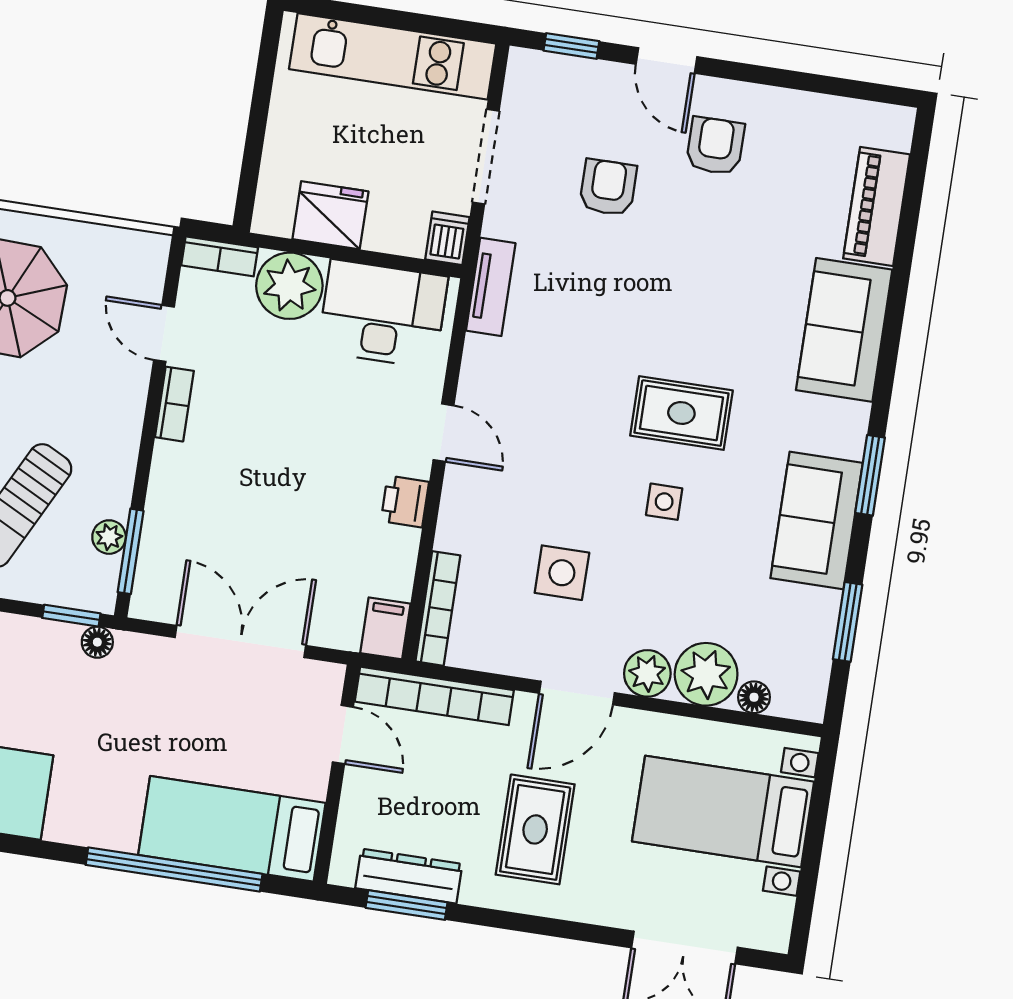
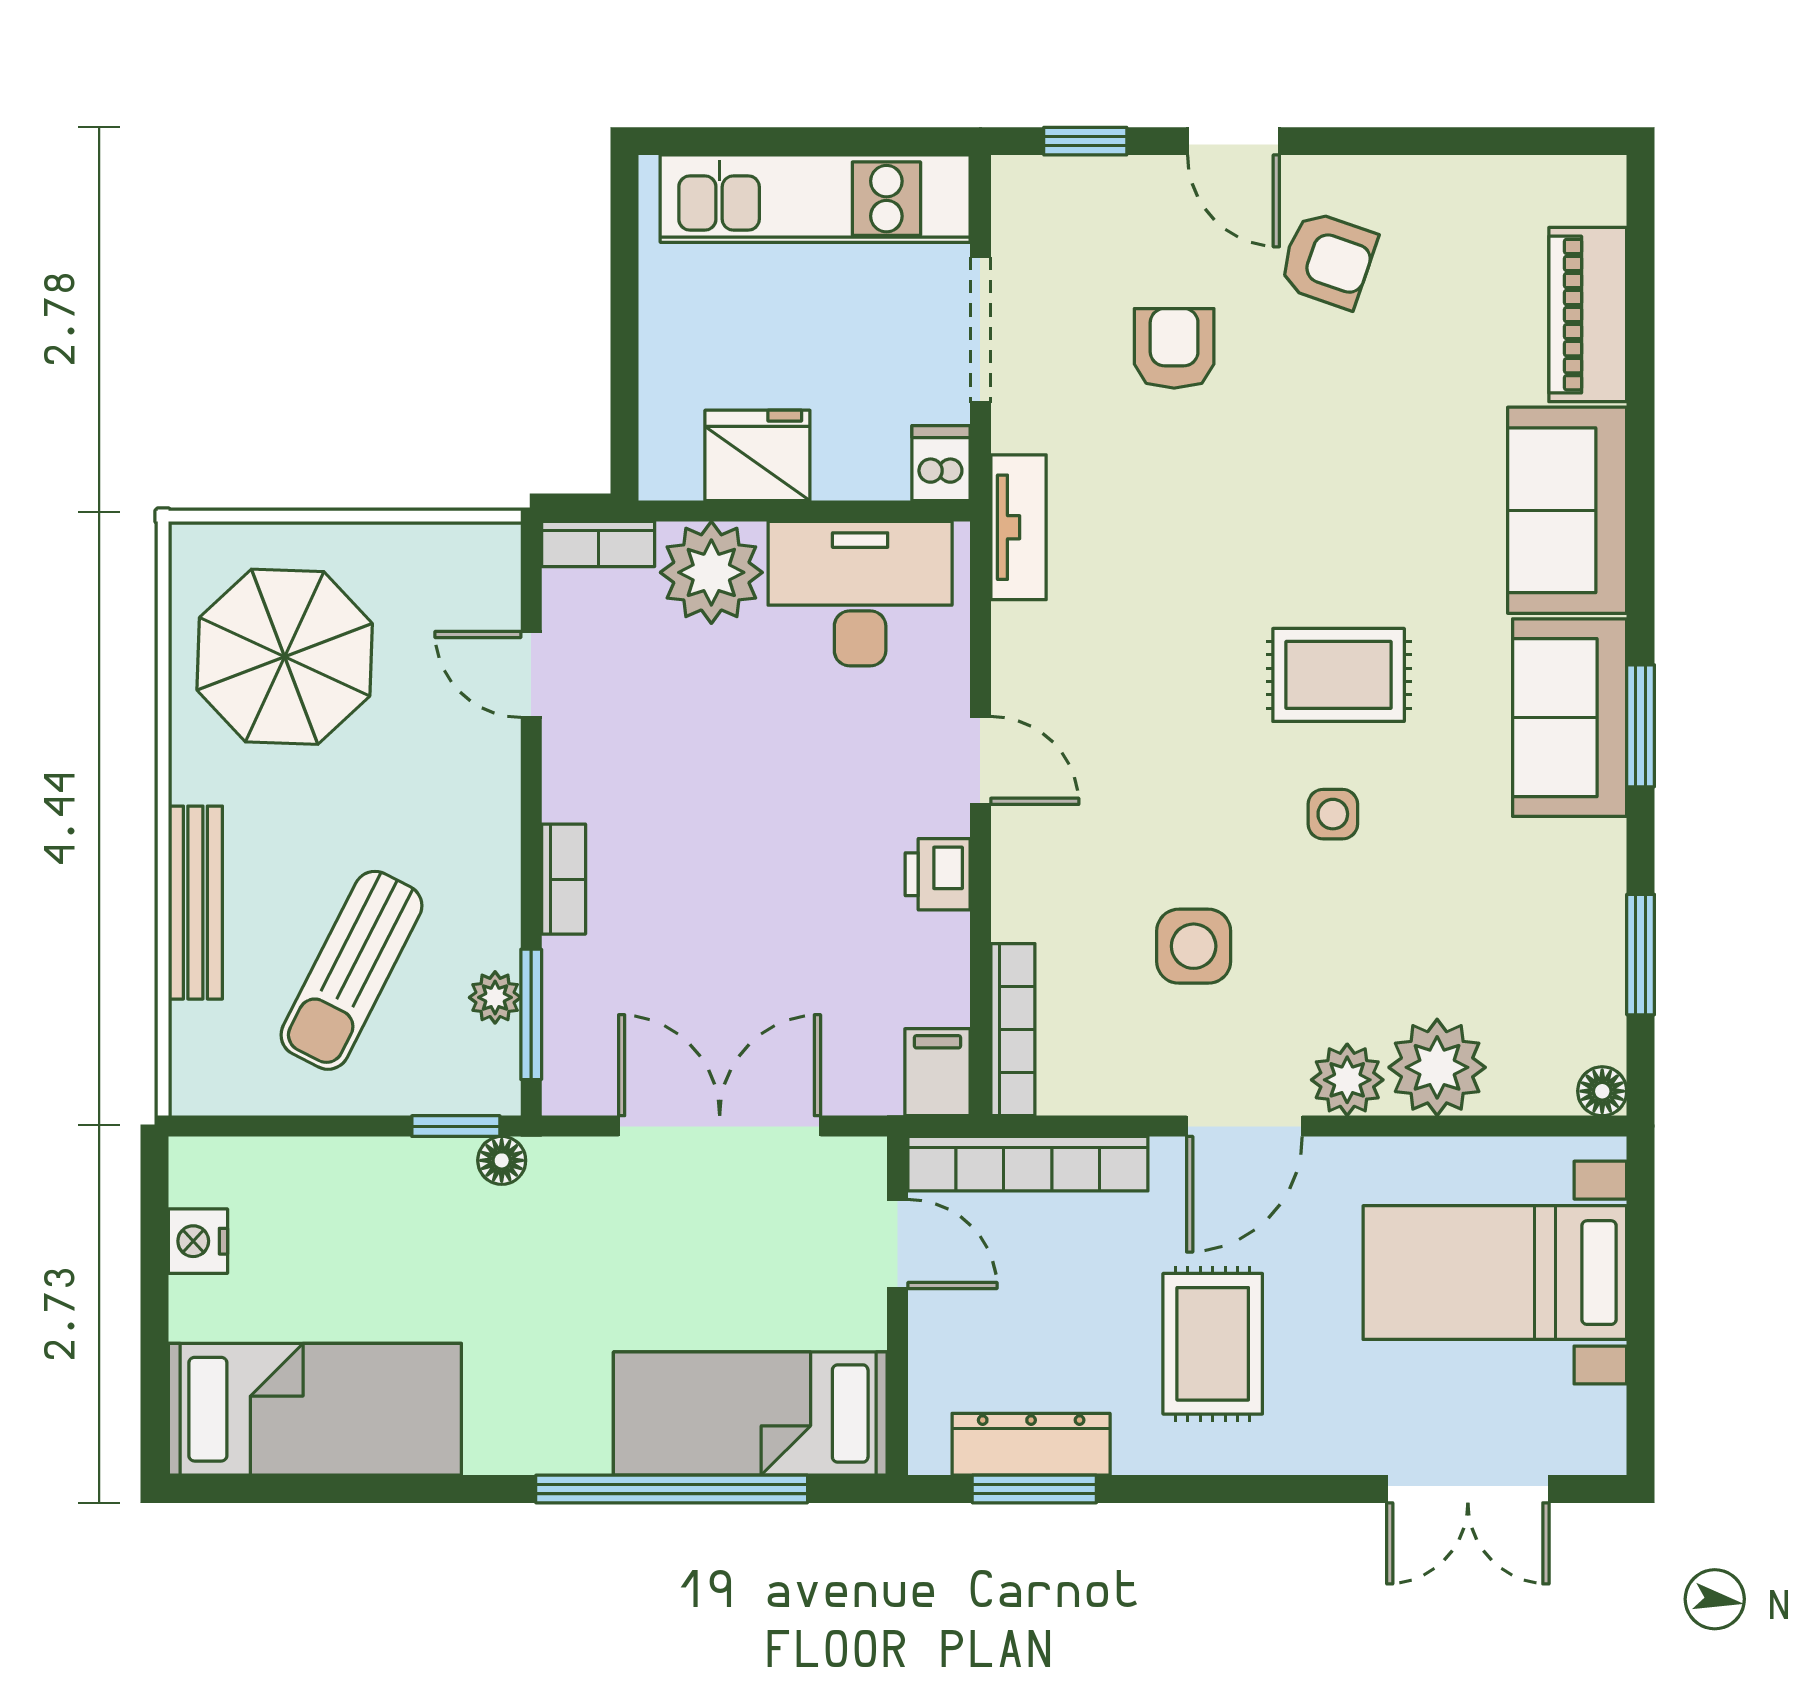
armchair: (715, 146) -> (1328, 260), turned 109
bookcase: (174, 404) -> (564, 879), moved
sofa: (817, 520) -> (1570, 718), moved
floor lamp: (754, 697) -> (1602, 1091), moved

